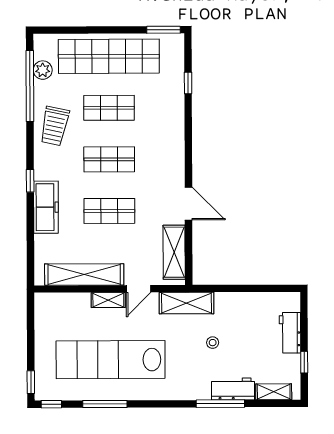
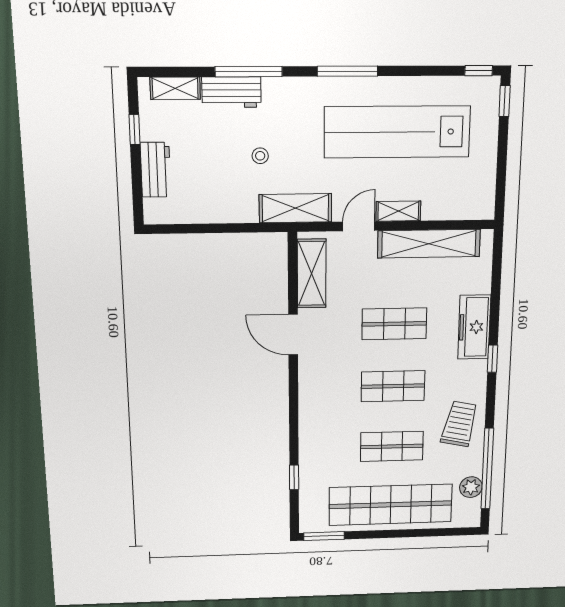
lab bench: (111, 360) -> (397, 132), turned 180
window: (105, 404) -> (347, 71), moved

